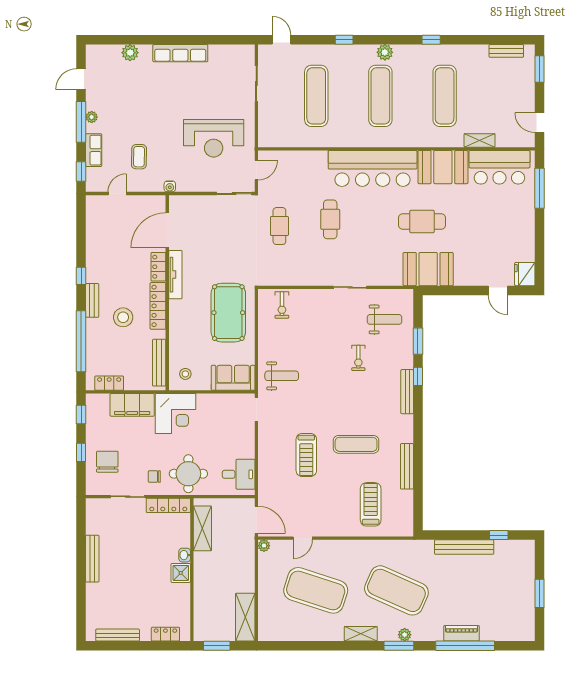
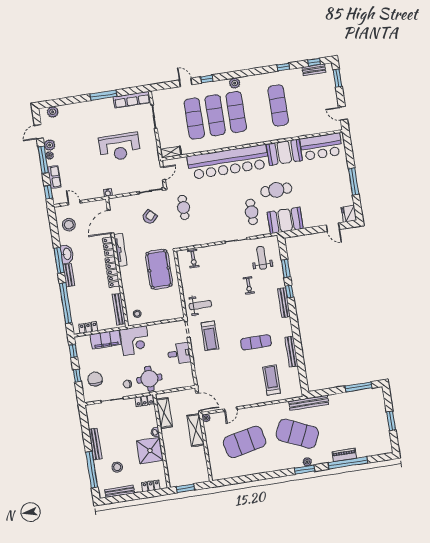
window: (186, 40) -> (103, 95), added
door: (282, 40) -> (186, 82), moved
window: (431, 40) -> (283, 67), moved
window: (508, 40) -> (314, 62), added
plant: (130, 53) -> (53, 112), moved
row of seats: (180, 53) -> (132, 100), moved
exercise mat: (348, 96) -> (215, 115), added
plant: (94, 102) -> (50, 145), added
reception desk: (214, 138) -> (120, 147), moved
shelving: (480, 140) -> (171, 152), moved
coffee table: (139, 157) -> (85, 177), removed
bar counter: (373, 168) -> (228, 162), width x1.36
window: (540, 188) -> (354, 181), moved
door: (117, 194) -> (74, 203), hinge flipped
cafe table: (330, 219) -> (252, 212), moved
armchair: (226, 232) -> (149, 217), added
washbasin: (94, 268) -> (67, 254), added
window: (81, 276) -> (59, 260), width x2.17
stool: (123, 317) -> (69, 225), moved
weight bench: (384, 319) -> (262, 258), turned -90
sofa: (233, 378) -> (169, 311), removed
treadmill: (306, 455) -> (210, 336), moved
desk: (239, 474) -> (179, 353), moved
locker: (168, 505) -> (144, 401), width x0.66
window: (499, 535) -> (359, 387), width x2.17
bench: (464, 547) -> (309, 403), moved
shower: (181, 573) -> (150, 451), width x1.86, depth x1.86
exercise mat: (316, 590) -> (245, 442), turned -30
window: (81, 596) -> (92, 470), added
stool: (120, 598) -> (117, 467), added
shelving: (245, 617) -> (196, 430), moved
shelving: (361, 634) -> (278, 466), removed

